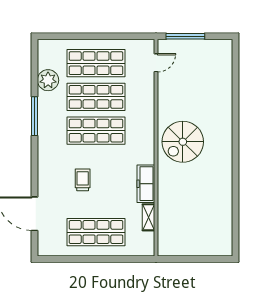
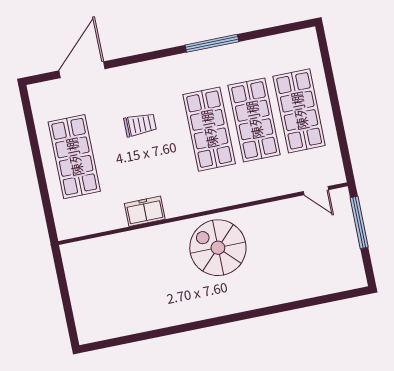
plant: (48, 80) -> (263, 52), removed
freezer: (146, 184) -> (145, 211), width x0.71
shelving: (149, 217) -> (108, 223), removed

